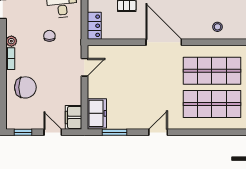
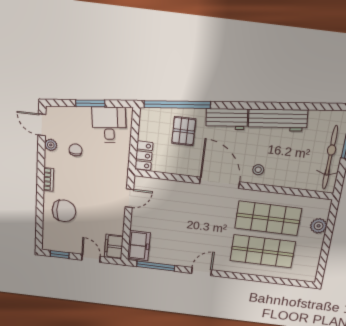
stool: (218, 27) -> (258, 170), moved
chair: (49, 36) -> (76, 150), moved
plant: (11, 41) -> (51, 145), moved
window: (115, 132) -> (156, 266), width x1.44

